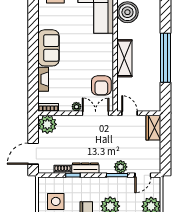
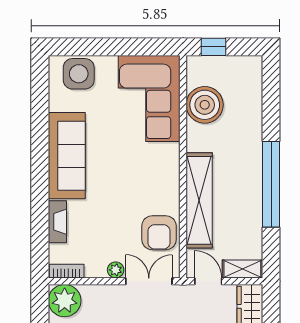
sofa: (49, 48) -> (67, 156), width x1.36
shelving: (124, 58) -> (199, 200), width x1.47
shelving: (149, 106) -> (242, 269), added

